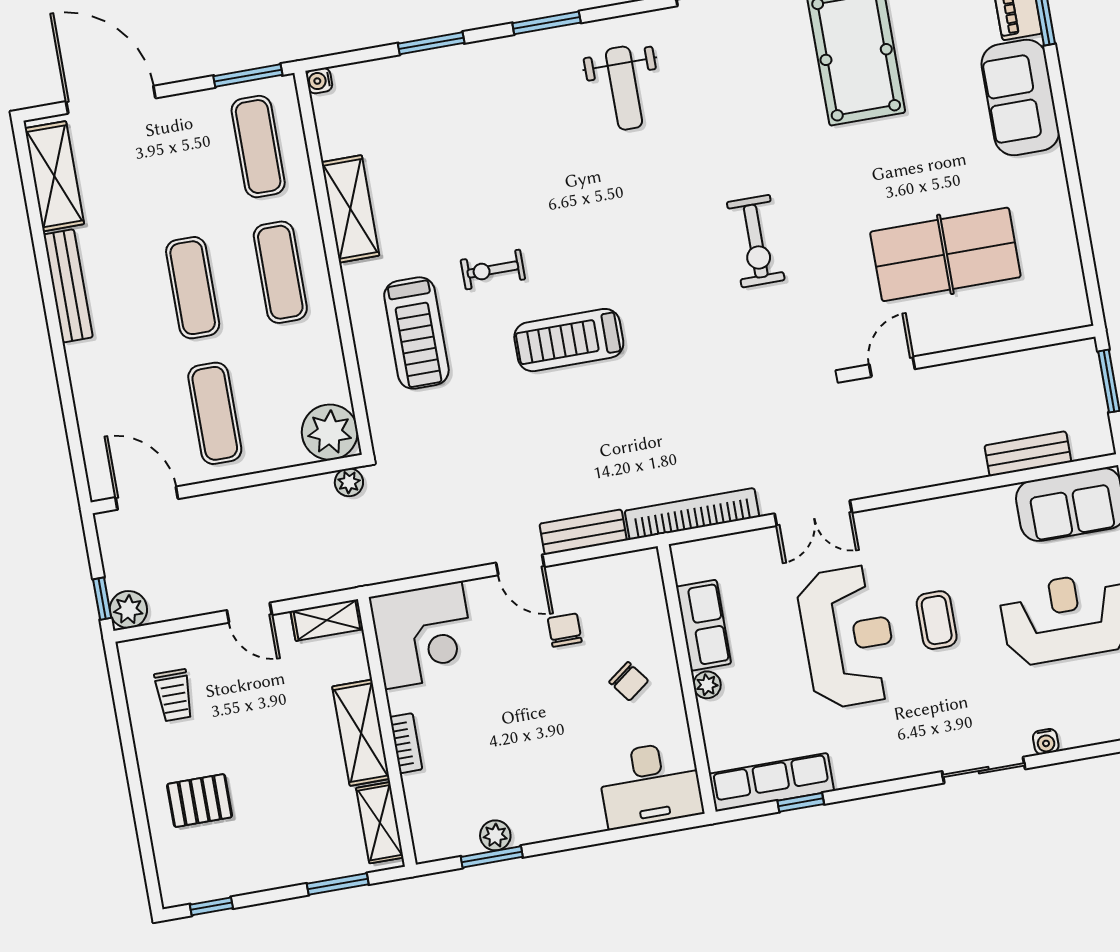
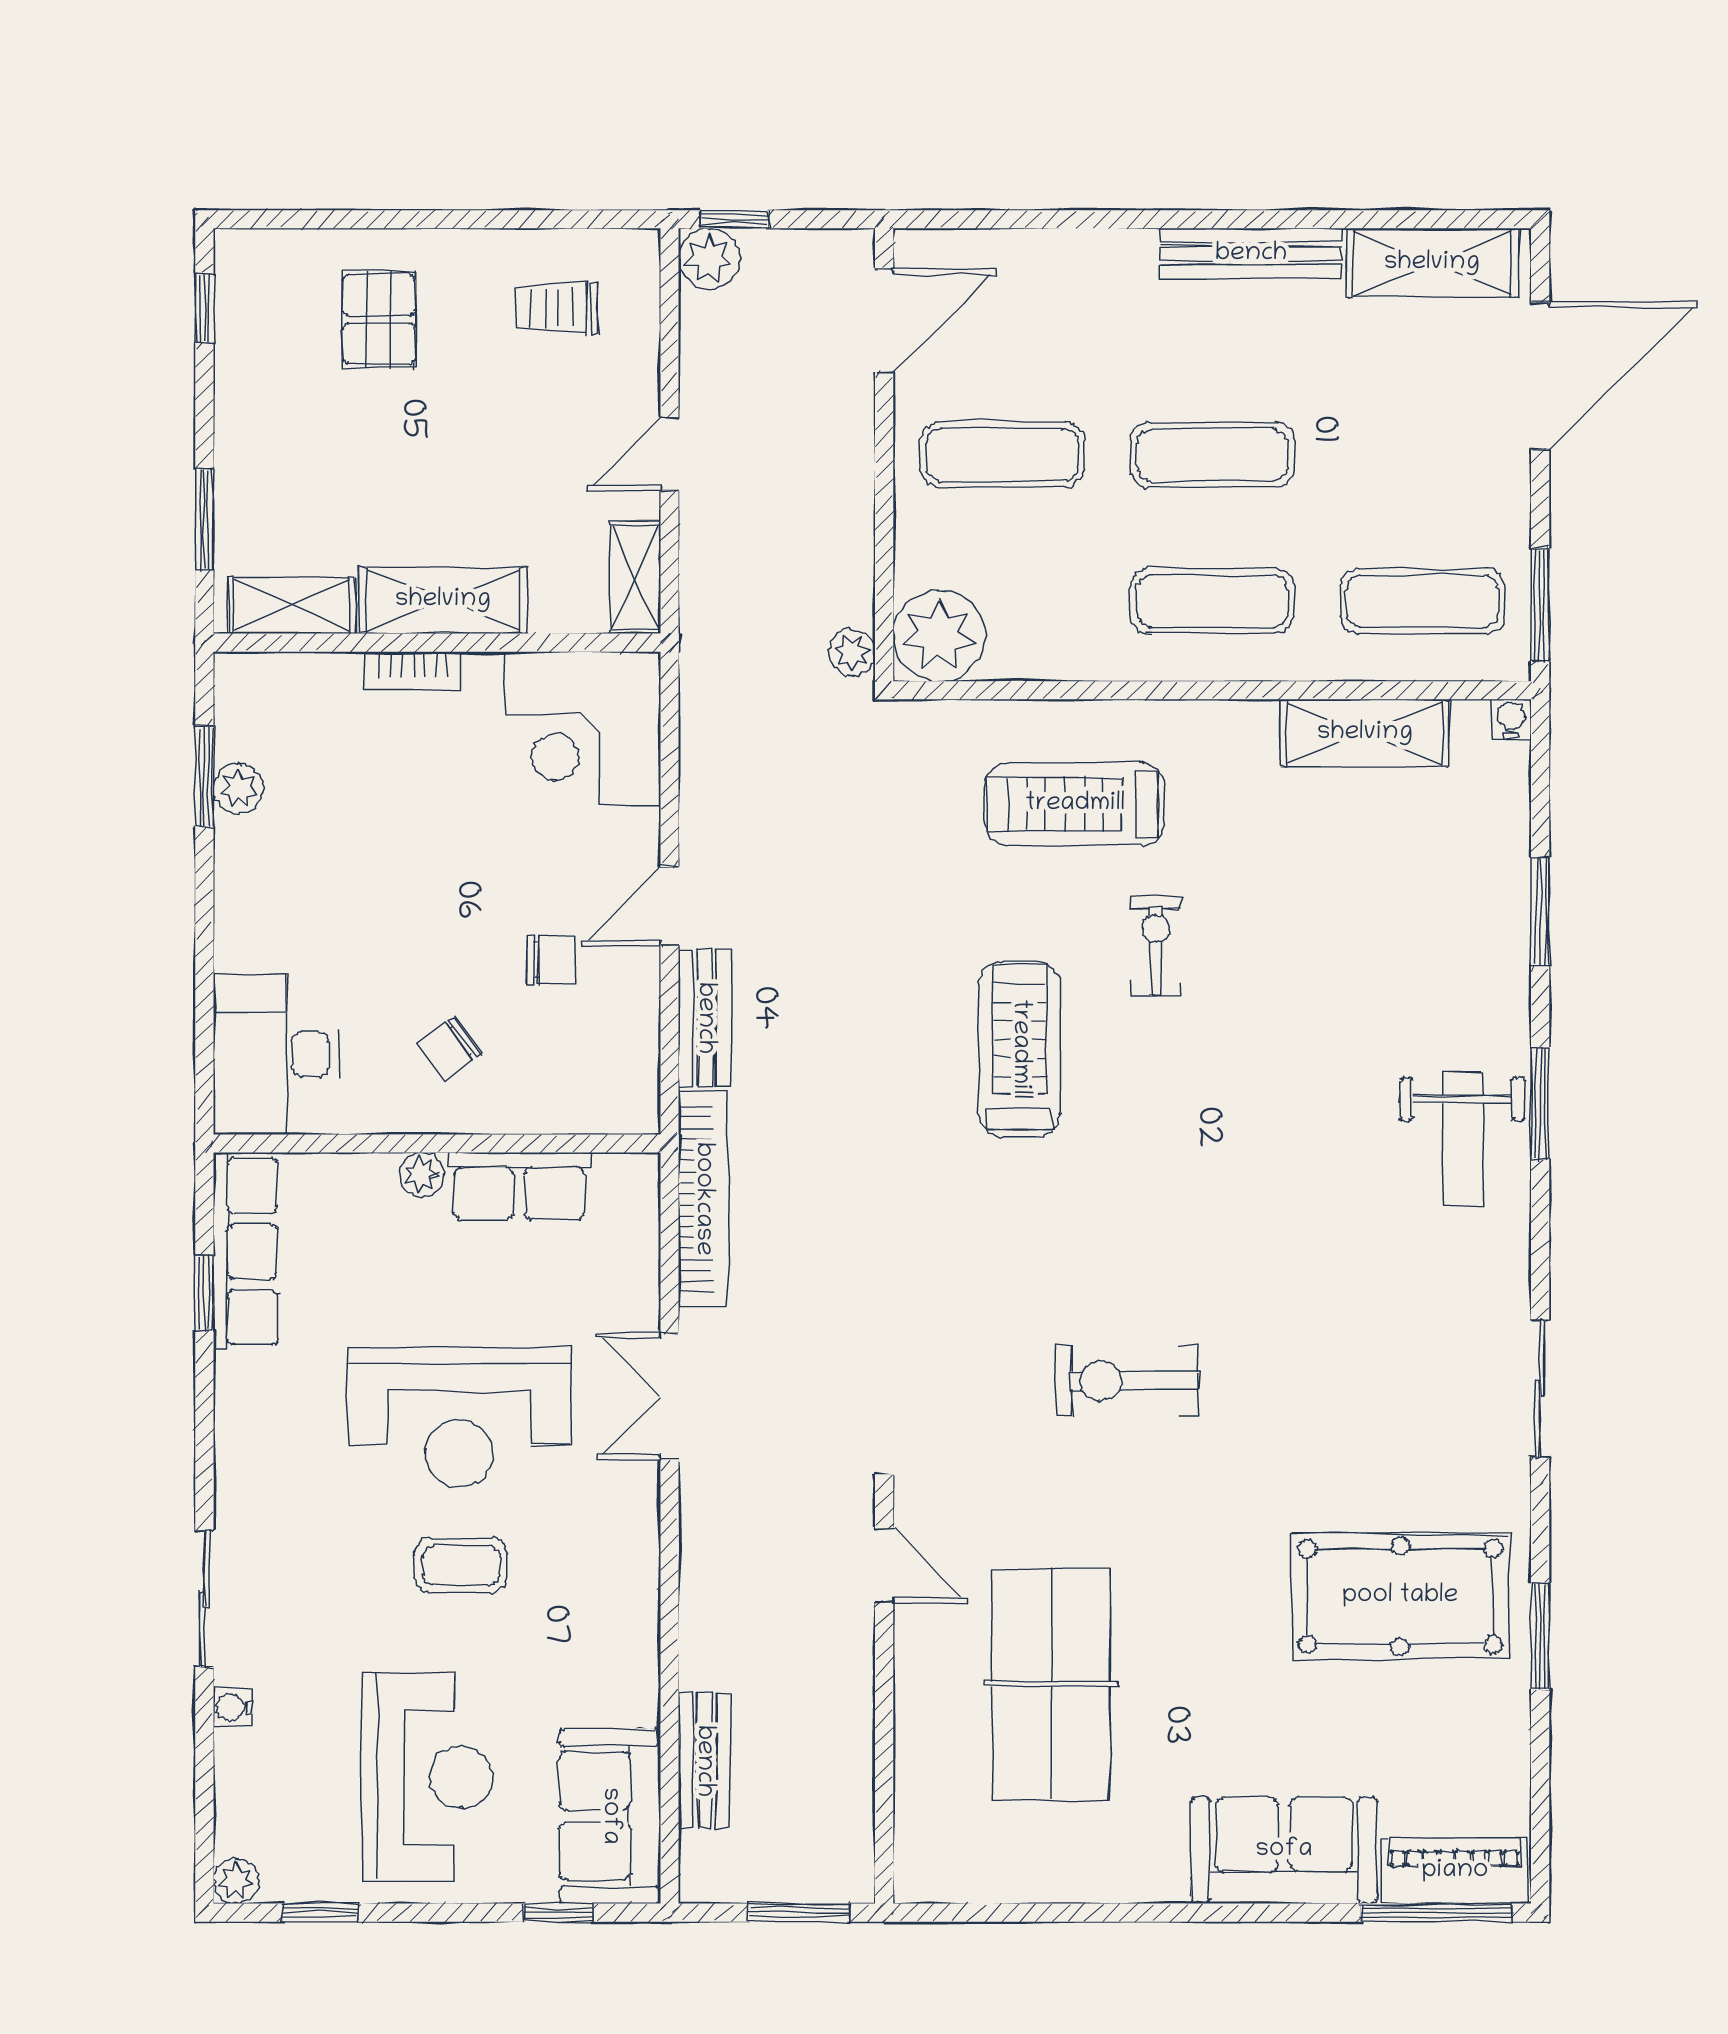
weight bench: (624, 88) -> (1462, 1140), moved, turned -90
shelving: (350, 209) -> (1365, 733), moved

